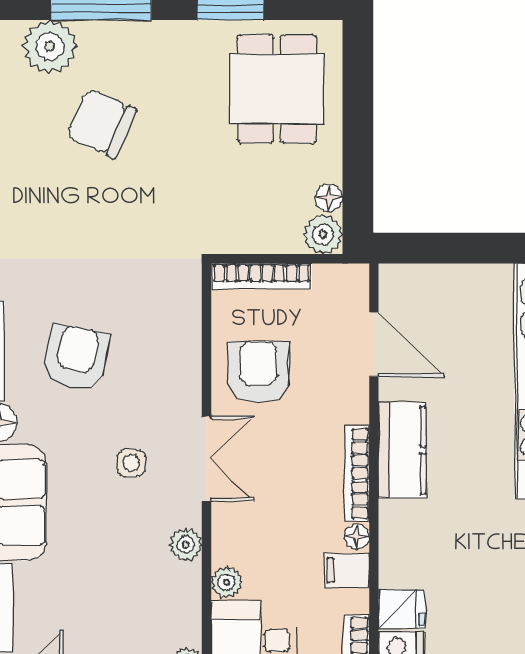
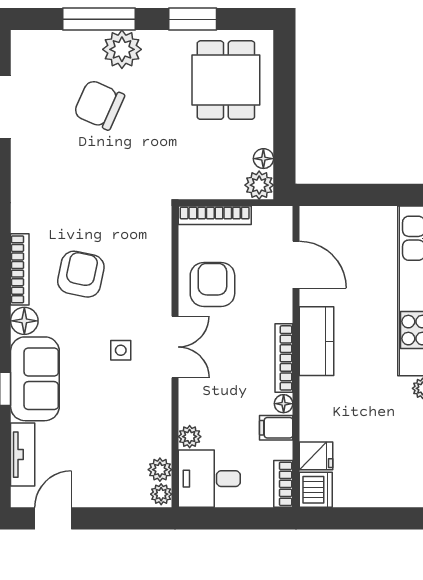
plant: (50, 47) -> (122, 49), moved
plant: (186, 545) -> (160, 470), moved

